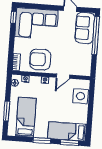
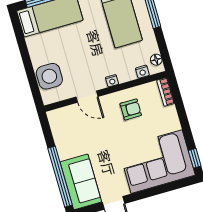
armchair: (40, 59) -> (131, 109), width x0.53, depth x0.53
door: (63, 76) -> (87, 97), swing flipped

